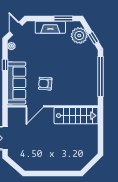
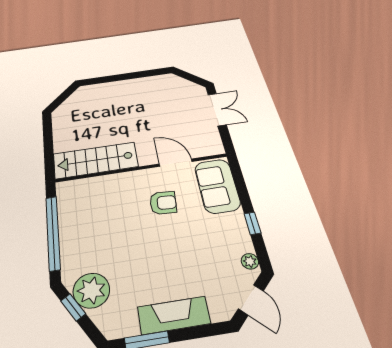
plant: (79, 36) -> (91, 290), moved
sofa: (17, 83) -> (217, 186), width x0.73
door: (35, 106) -> (176, 163), hinge flipped

